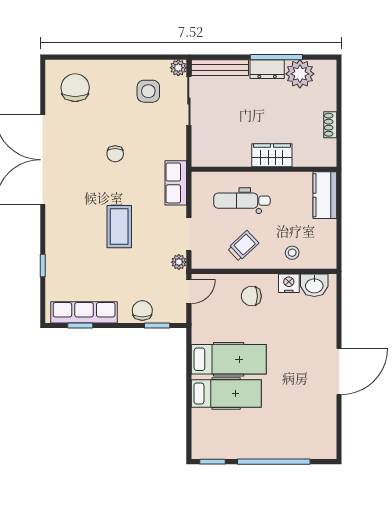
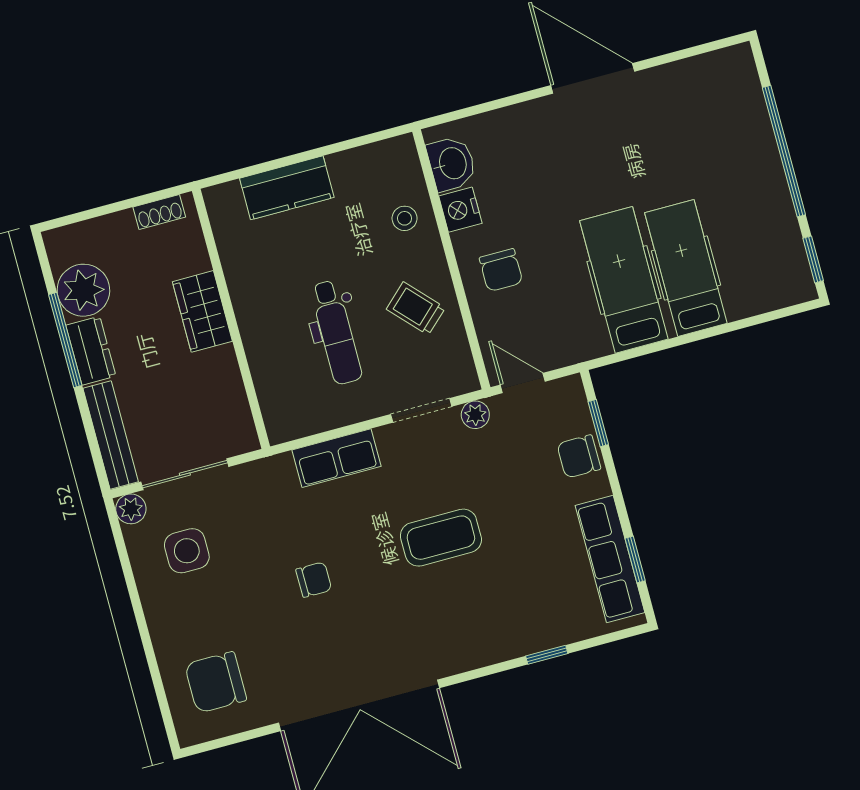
wardrobe: (272, 155) -> (202, 311), moved
wall: (264, 169) -> (231, 319), moved

